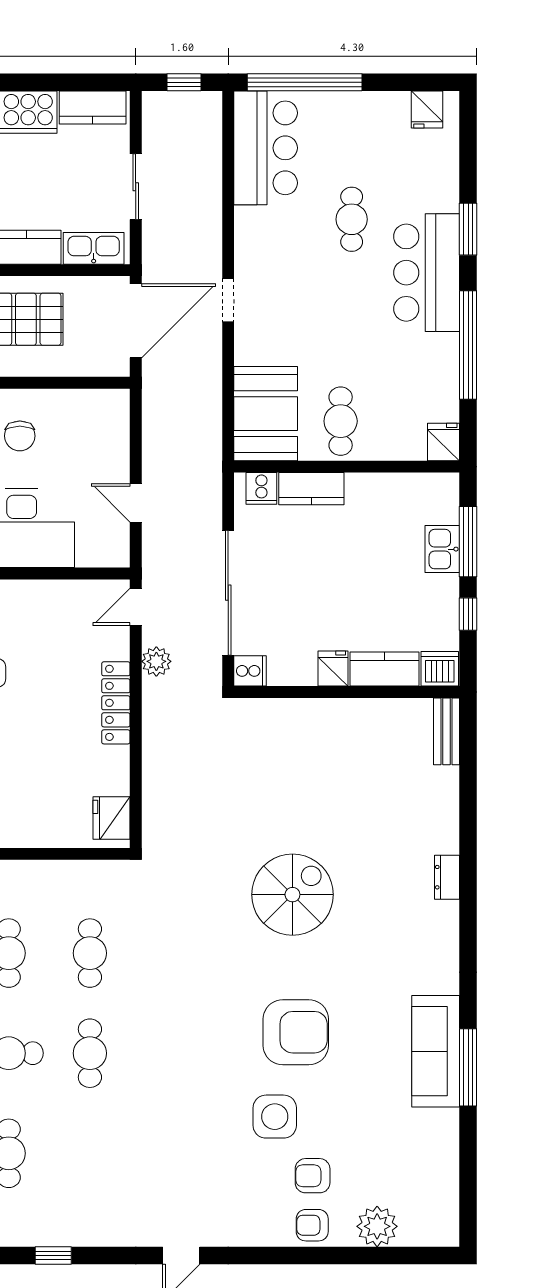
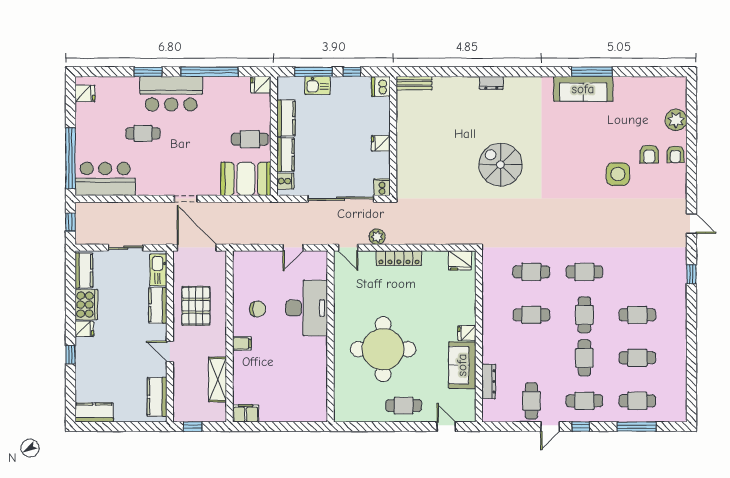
kitchen counter: (384, 669) -> (286, 118), moved, turned 180
armchair: (296, 1032) -> (573, 163), removed
window: (53, 1256) -> (691, 274), moved

